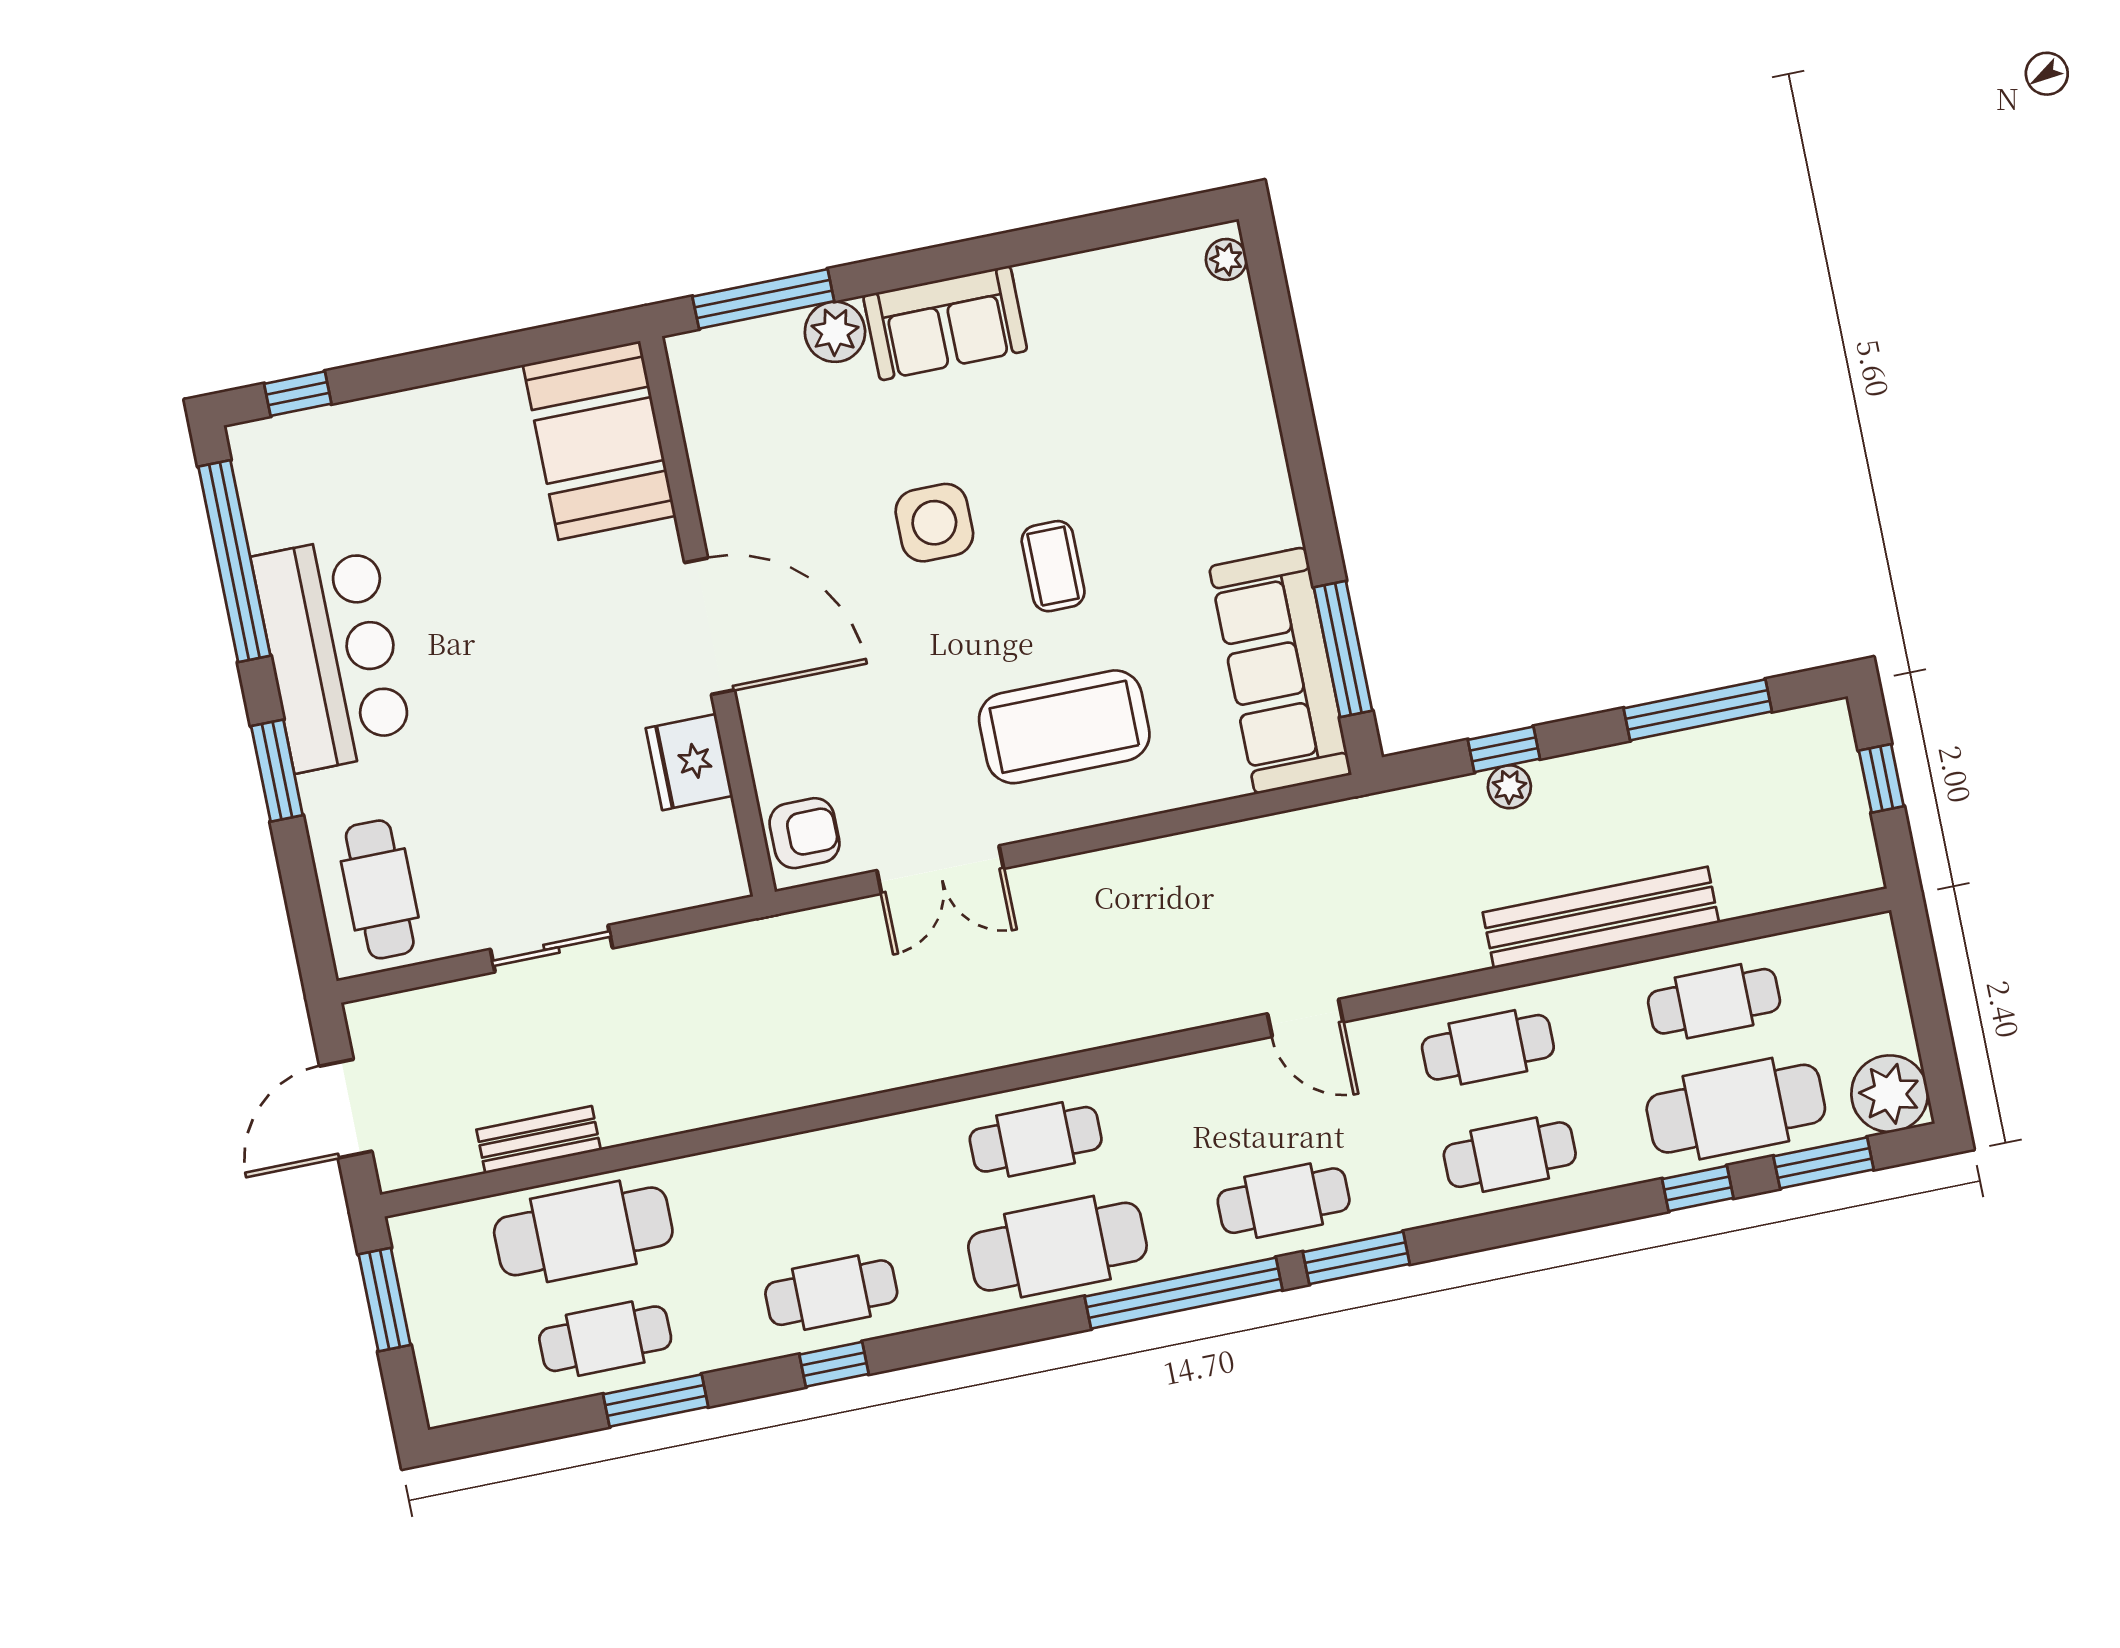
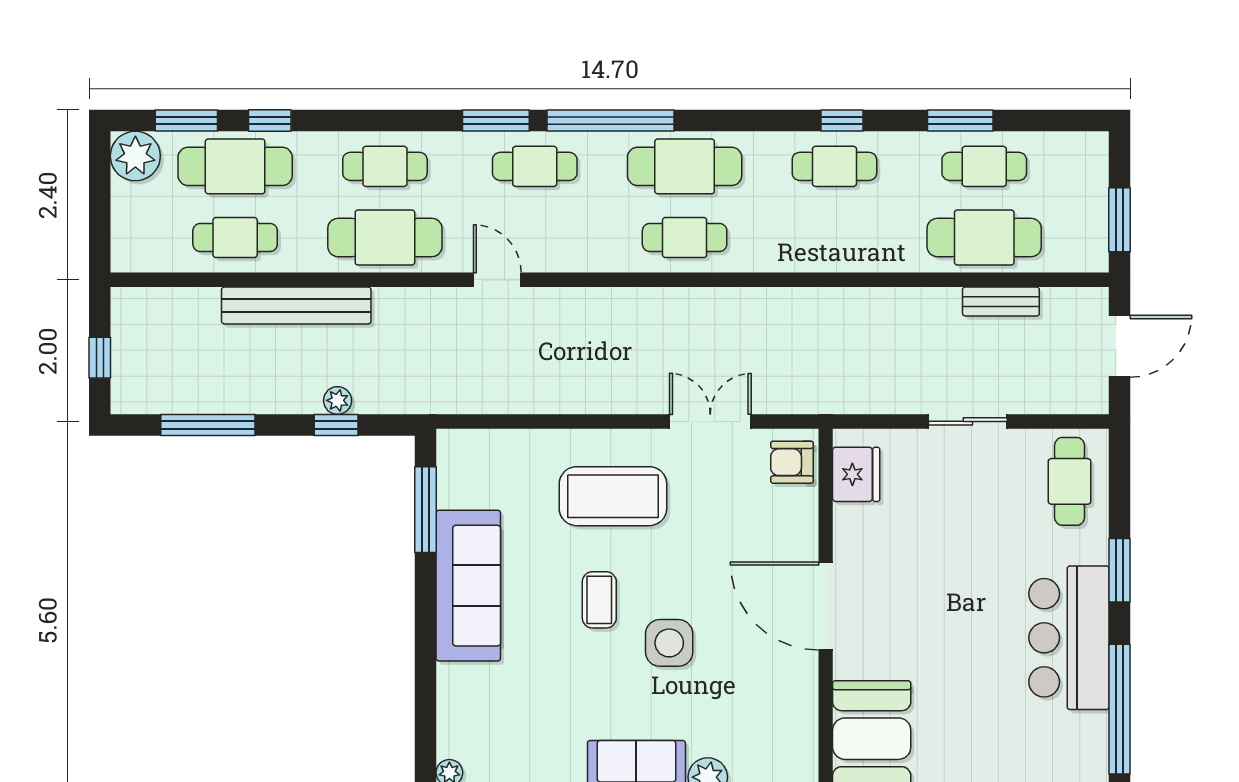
sofa: (1280, 671) -> (468, 586), moved
fridge: (689, 762) -> (856, 474), moved
cafe table: (1488, 1047) -> (385, 237), width x1.37, depth x1.35

